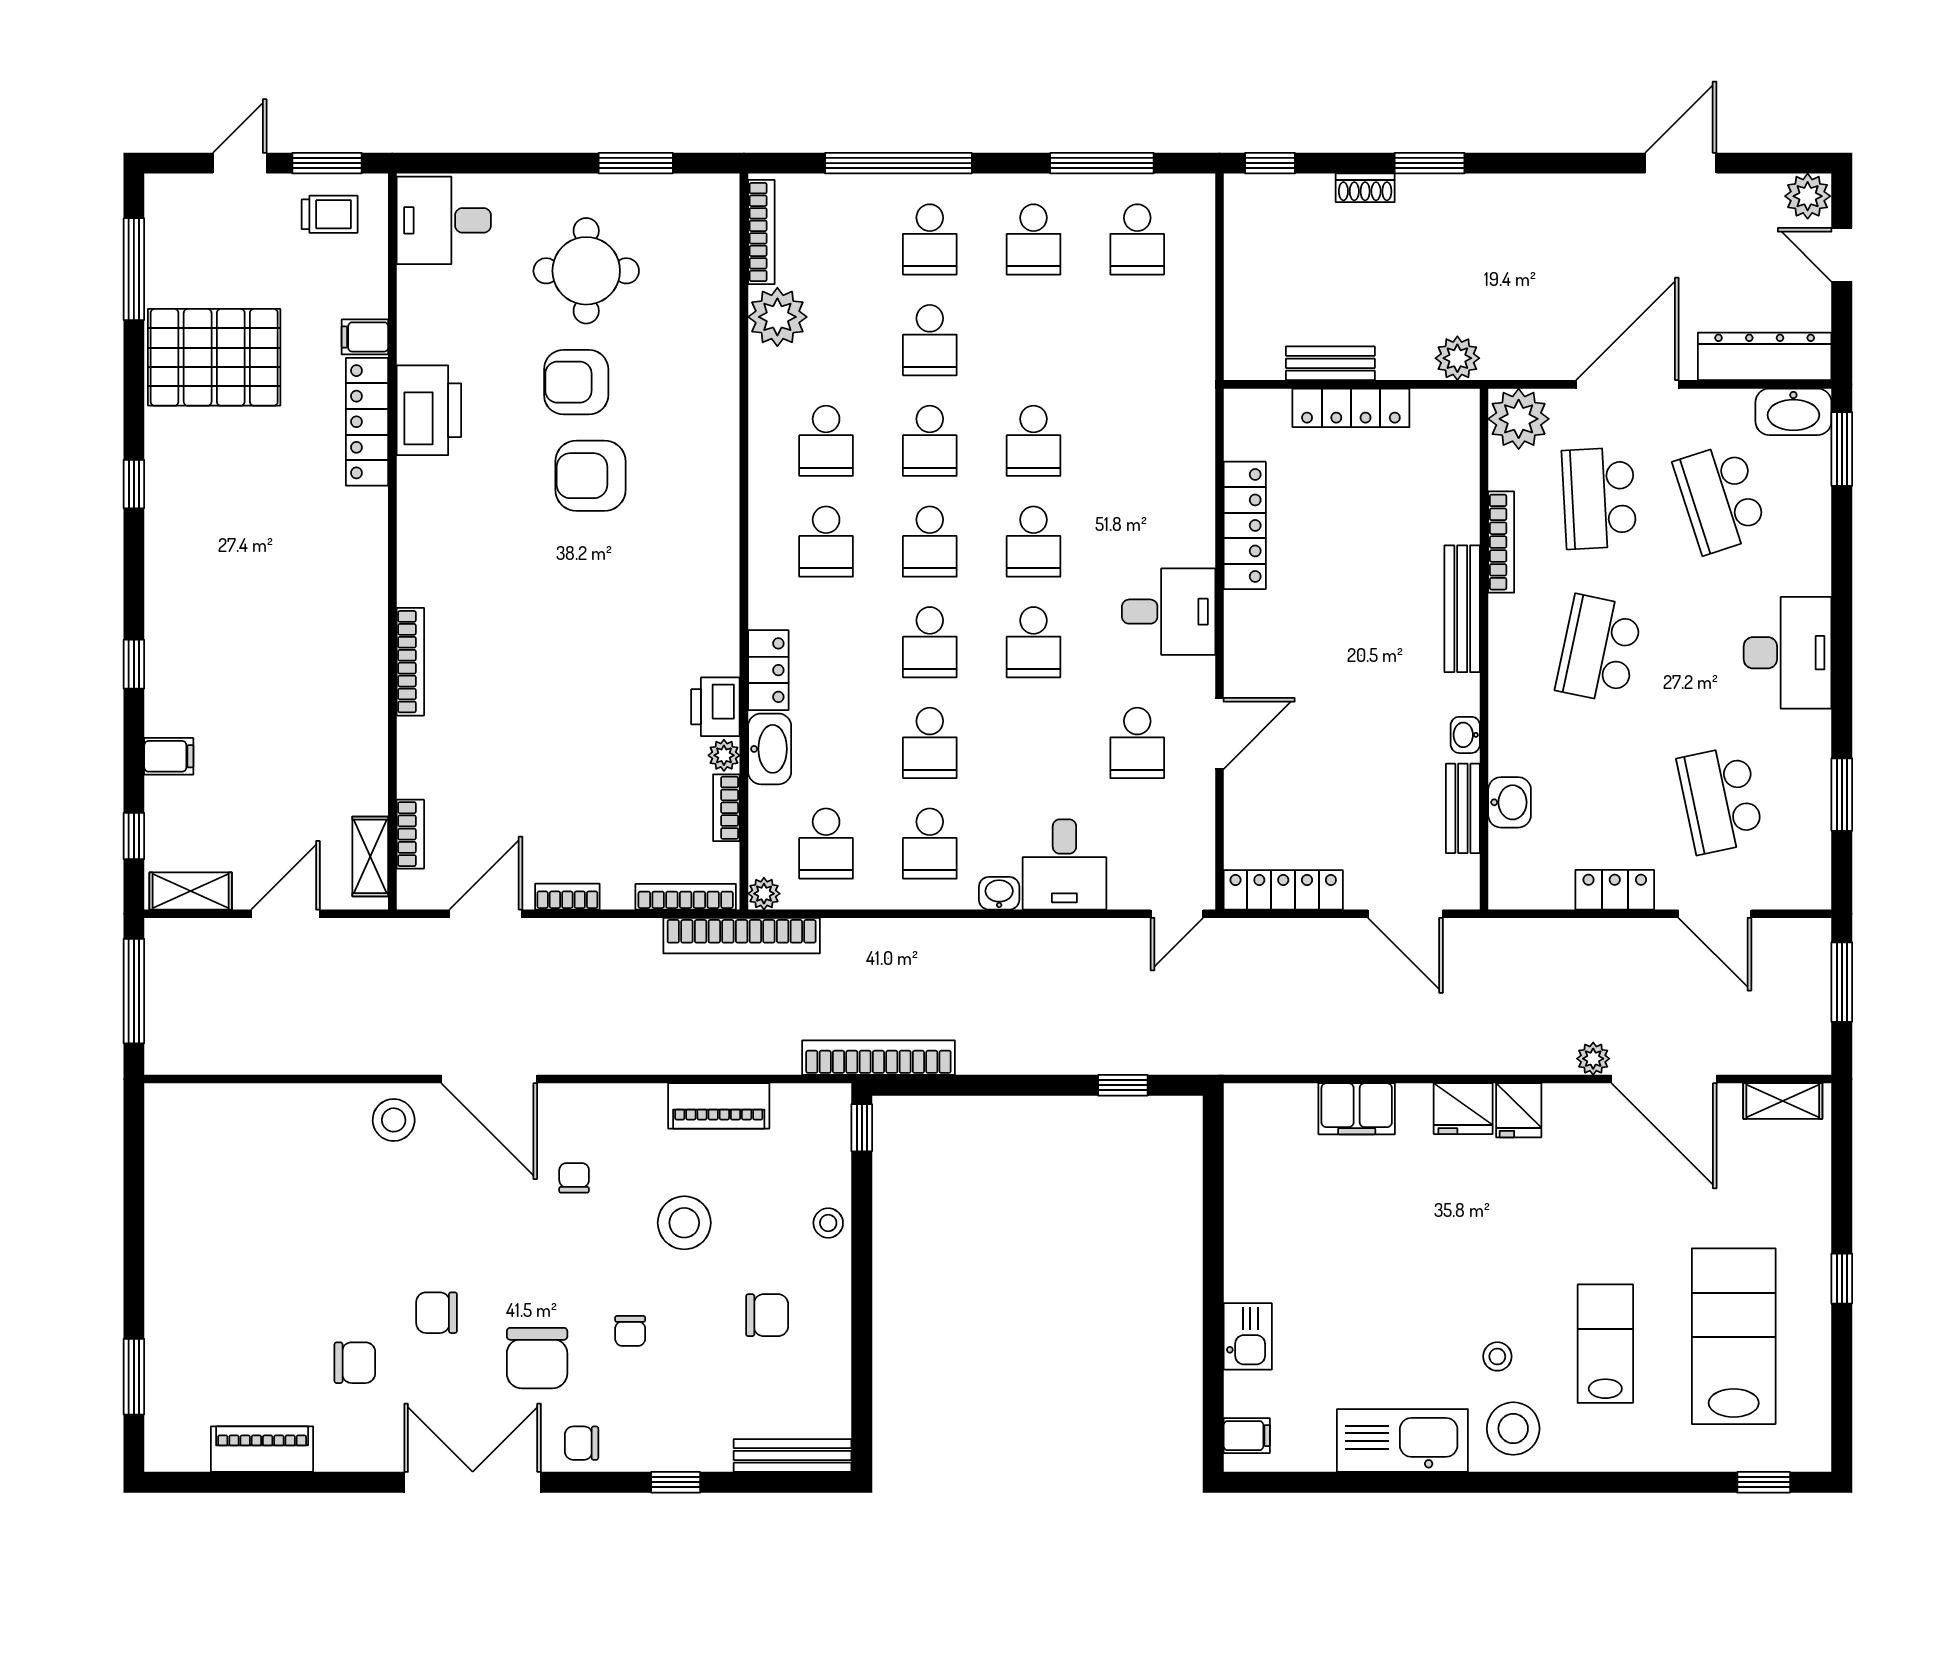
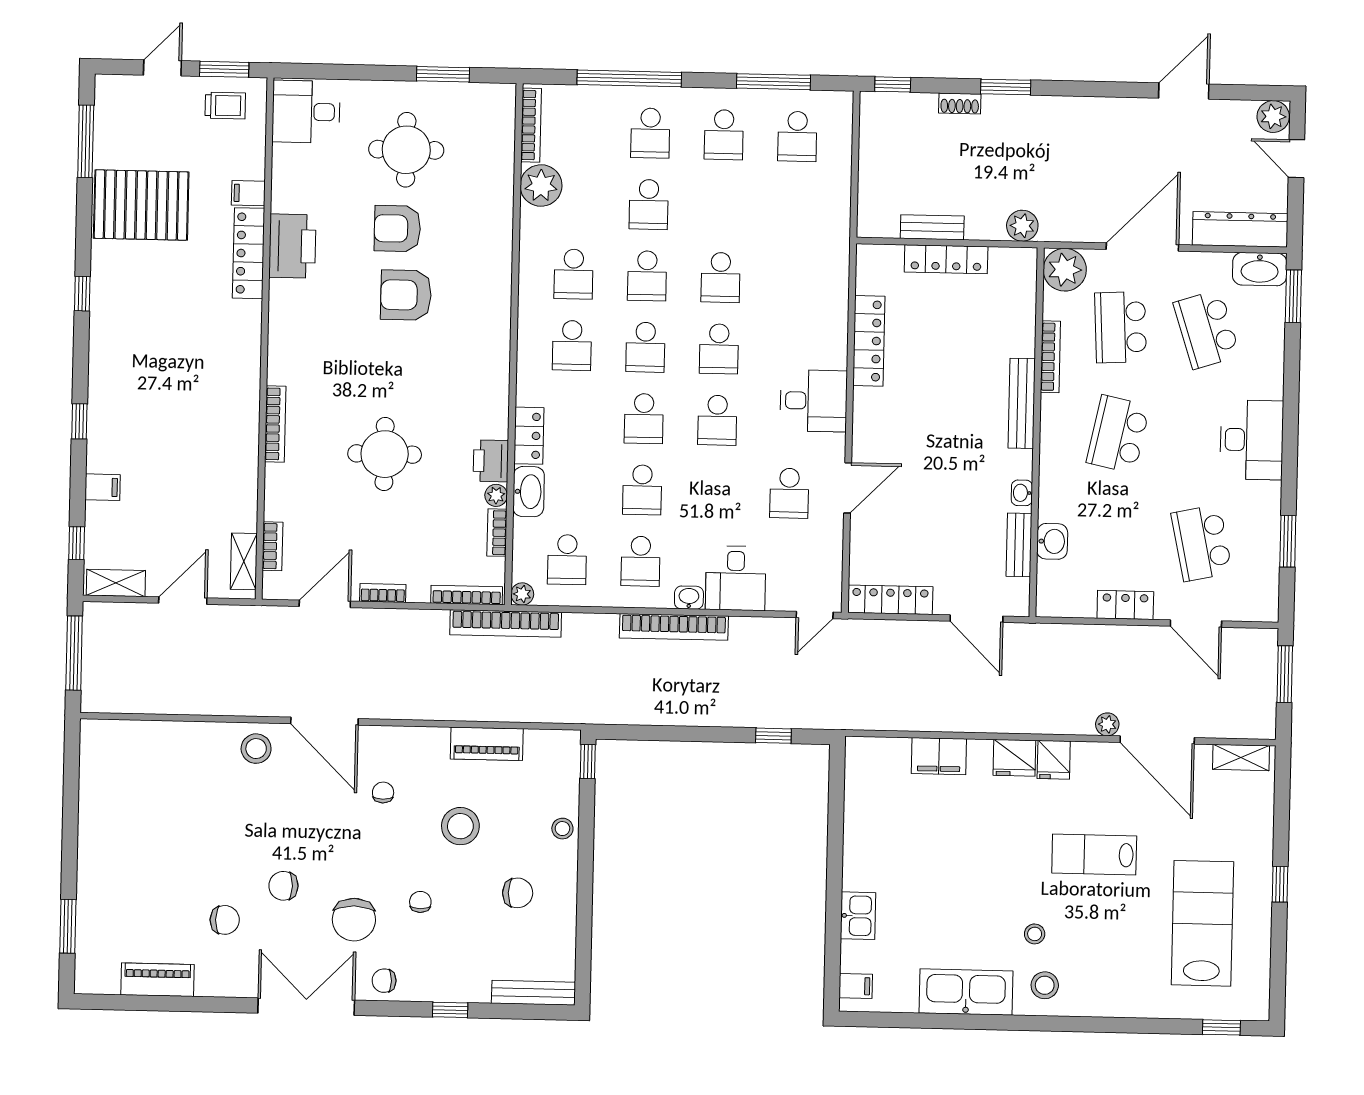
round table: (565, 701) -> (385, 454), added
bookcase: (878, 1058) -> (674, 627), moved, turned 180
chair: (630, 1331) -> (420, 902), turned 180
lab bench: (1605, 1344) -> (1094, 854), moved, turned -90
stool: (1513, 1429) -> (1045, 985), width x0.73, depth x0.73

